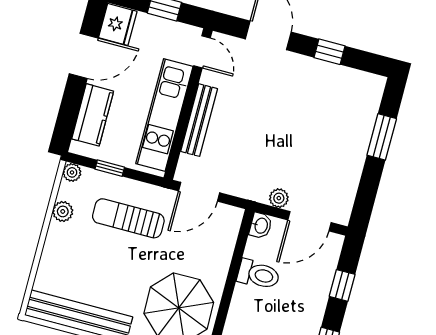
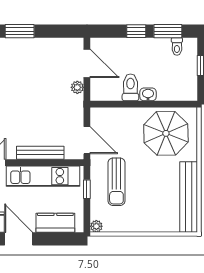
window: (110, 168) -> (87, 189), moved
plant: (63, 211) -> (123, 226), removed
washbasin: (261, 226) -> (148, 94), moved
window: (342, 285) -> (136, 31), moved

